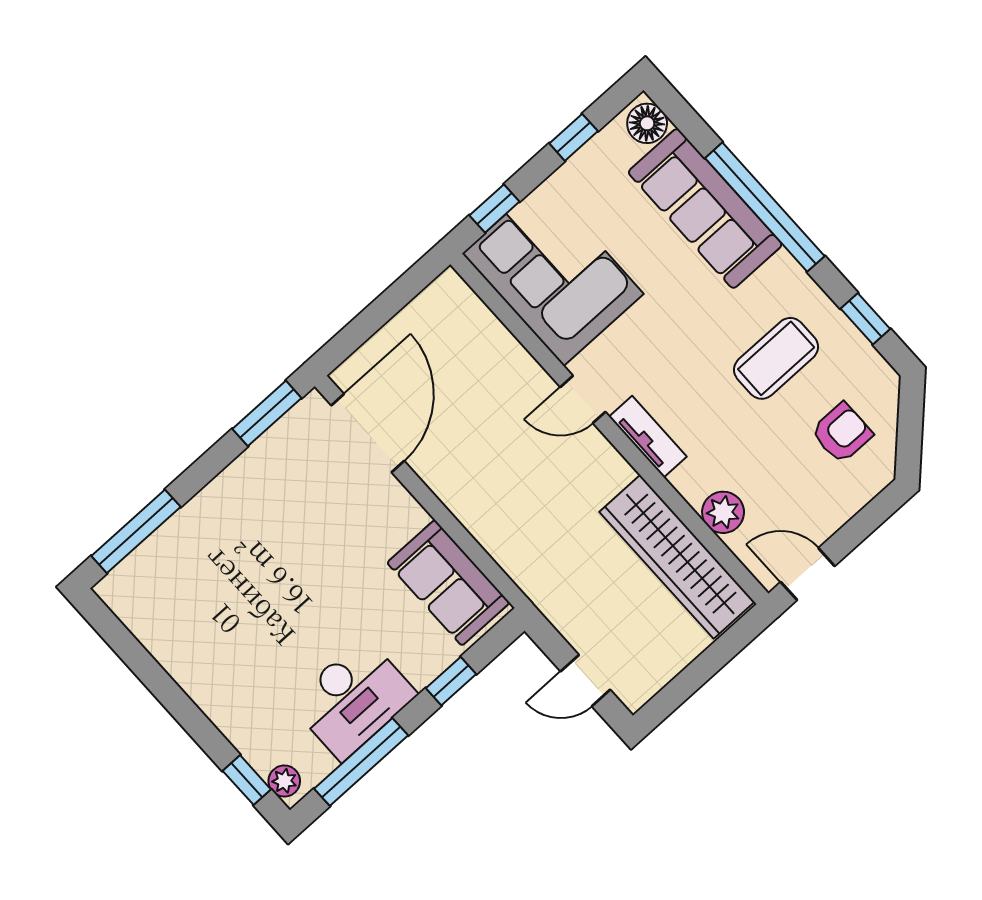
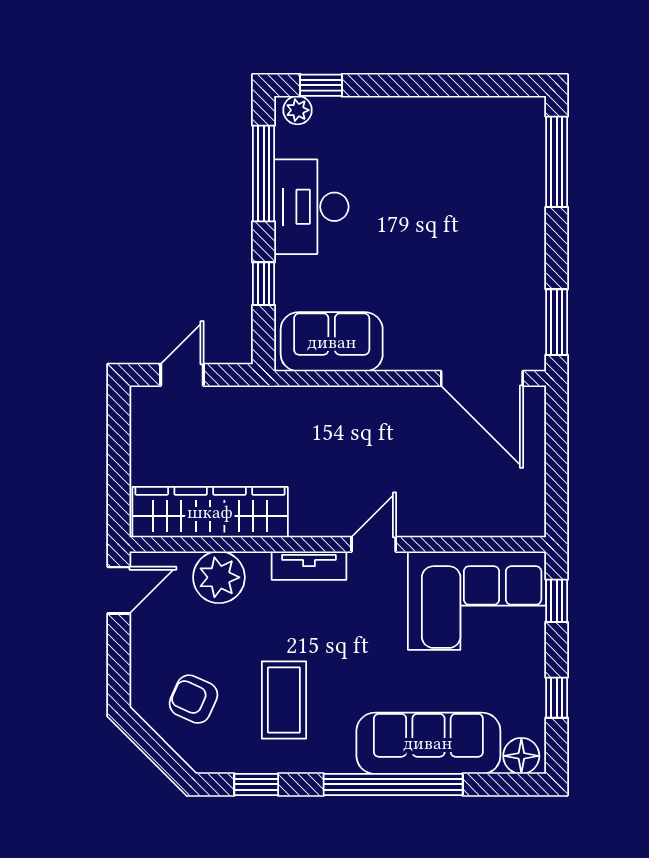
armchair: (842, 433) -> (193, 699), turned 114
plant: (723, 512) -> (219, 577), width x1.36, depth x1.36

